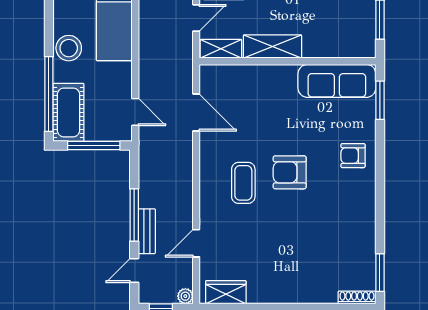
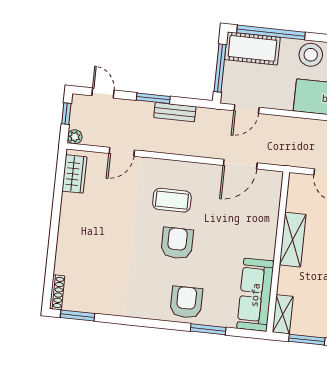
shelving: (221, 49) -> (283, 314), moved
window: (380, 100) -> (208, 329), moved
armchair: (353, 156) -> (186, 302), width x1.38, depth x1.38
window: (134, 215) -> (153, 98), width x0.69
bench: (147, 231) -> (175, 112), moved
door: (196, 243) -> (122, 152), swing flipped

